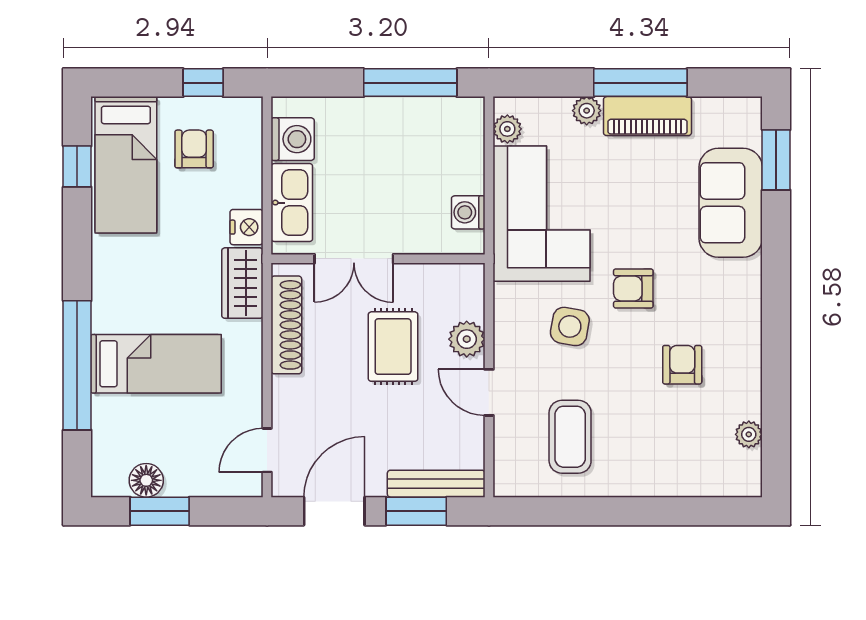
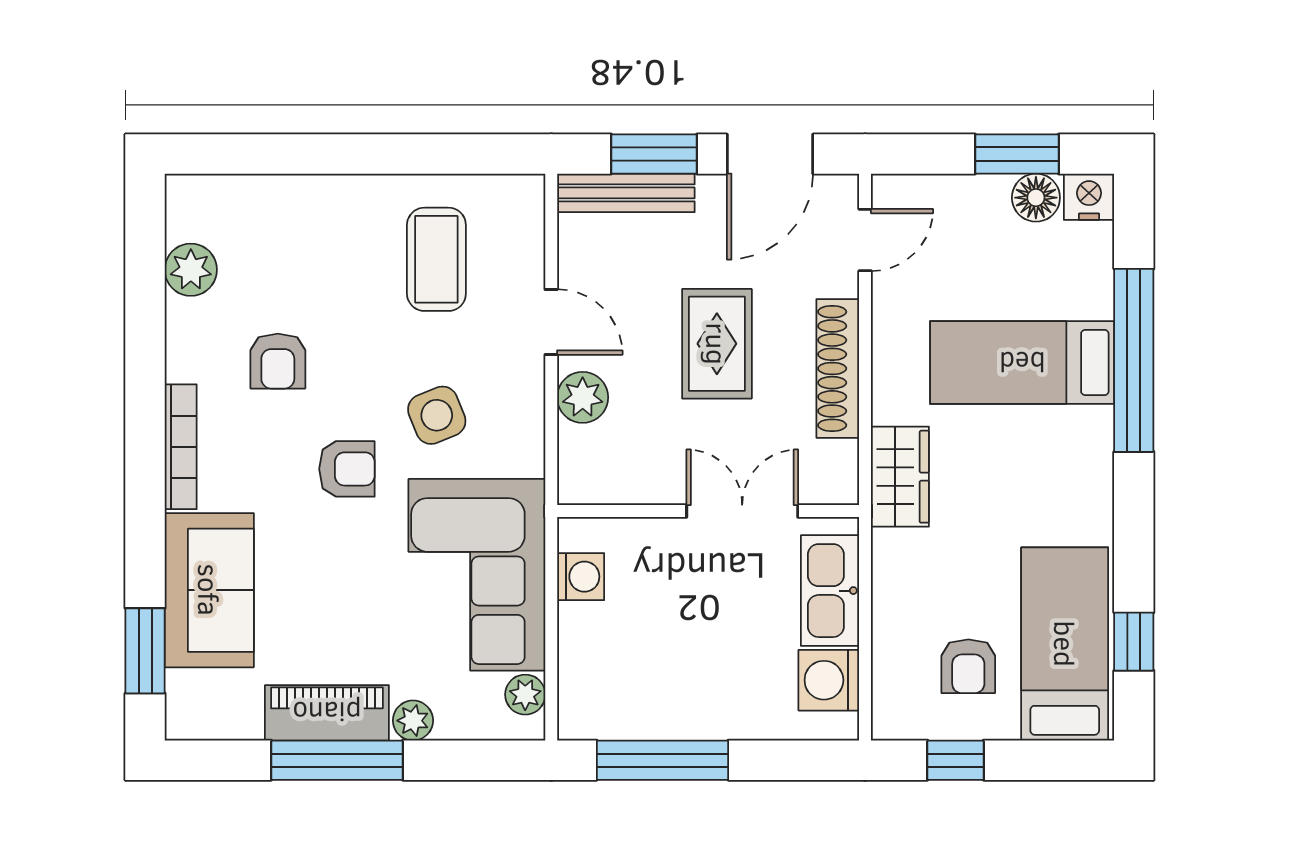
nightstand: (247, 227) -> (1089, 197), moved, turned 90
bookcase: (751, 304) -> (181, 447), added
shoe rack: (286, 325) -> (838, 368), moved
side table: (570, 326) -> (437, 415), turned -32
rug: (393, 347) -> (717, 344), moved
plant: (749, 434) -> (191, 270), width x1.38, depth x1.38

